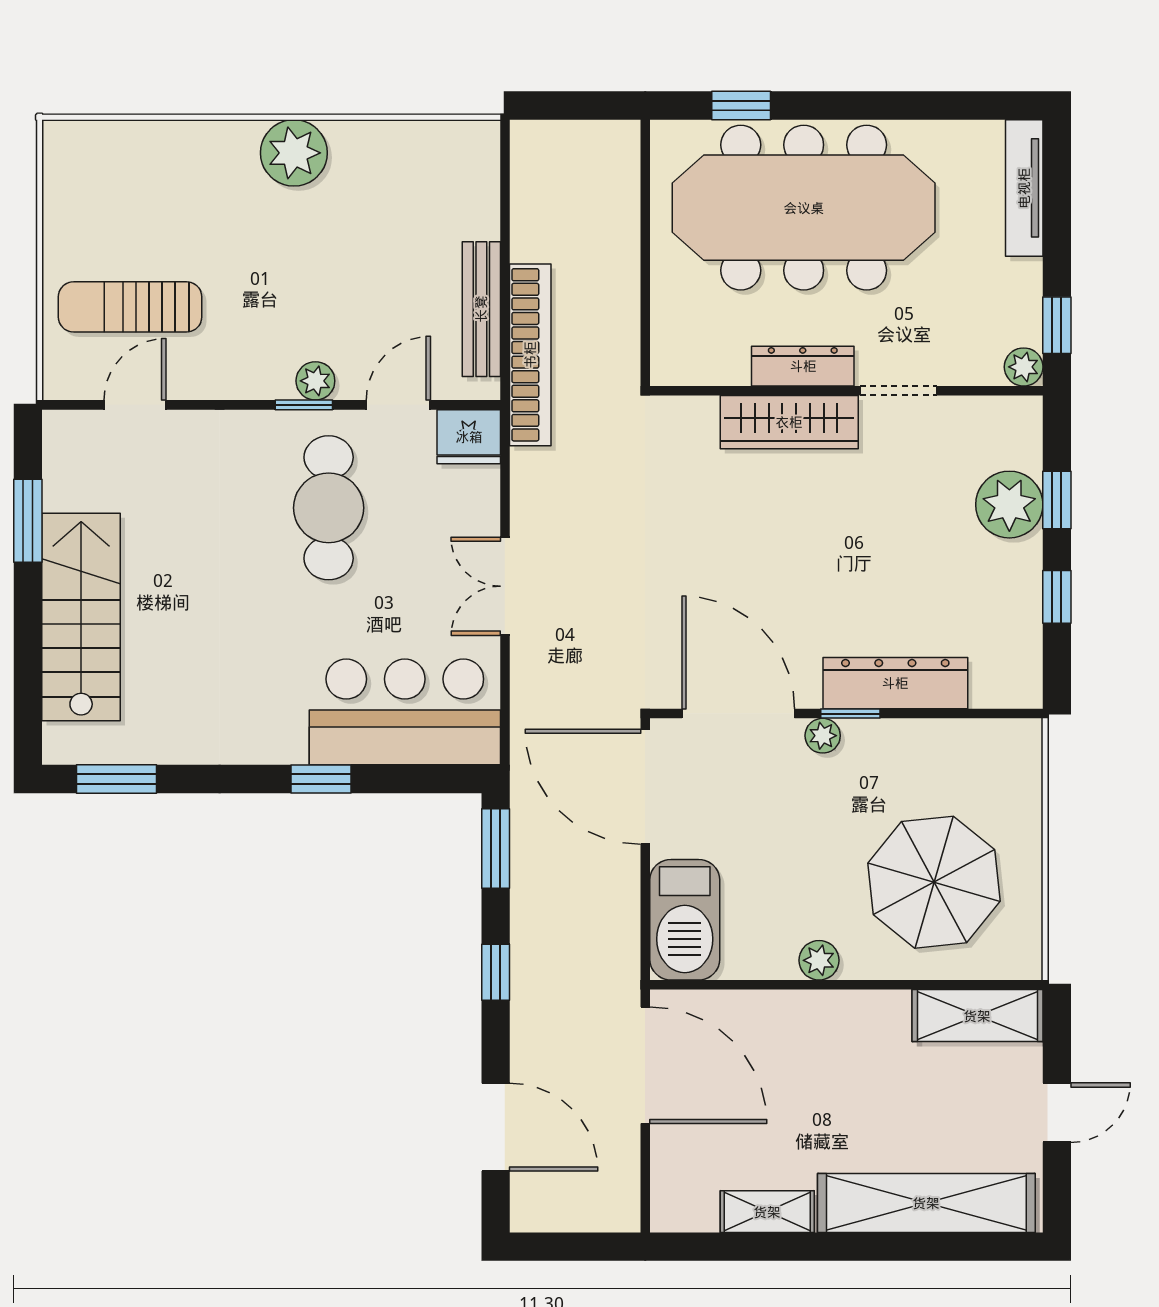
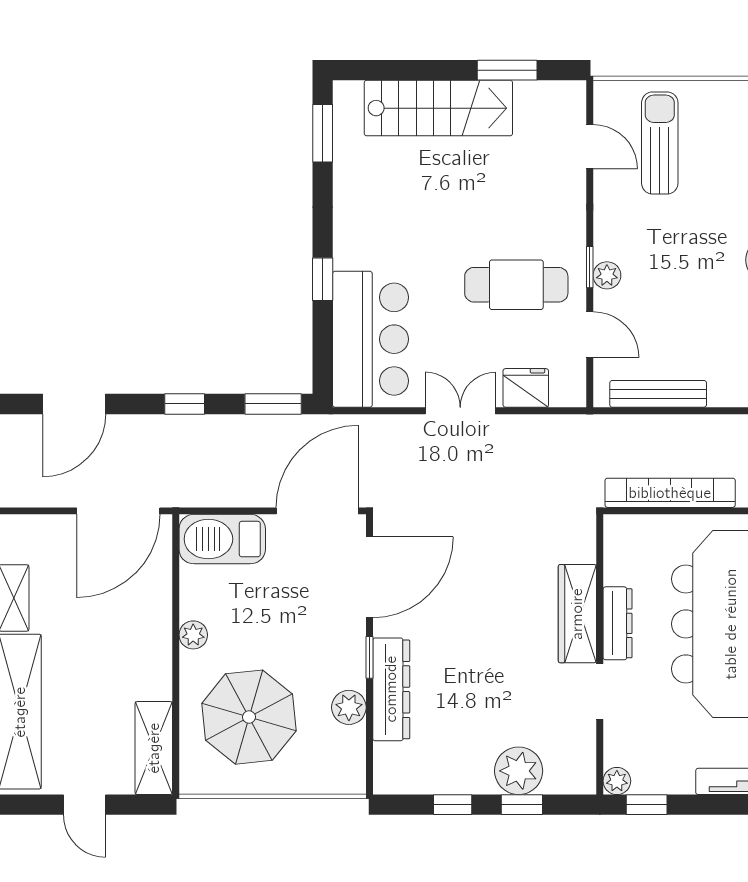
bookcase: (530, 355) -> (670, 493), moved, turned 180
fridge: (469, 437) -> (526, 388), moved, turned 90
plant: (823, 736) -> (349, 707), moved, width x1.38, depth x1.38

